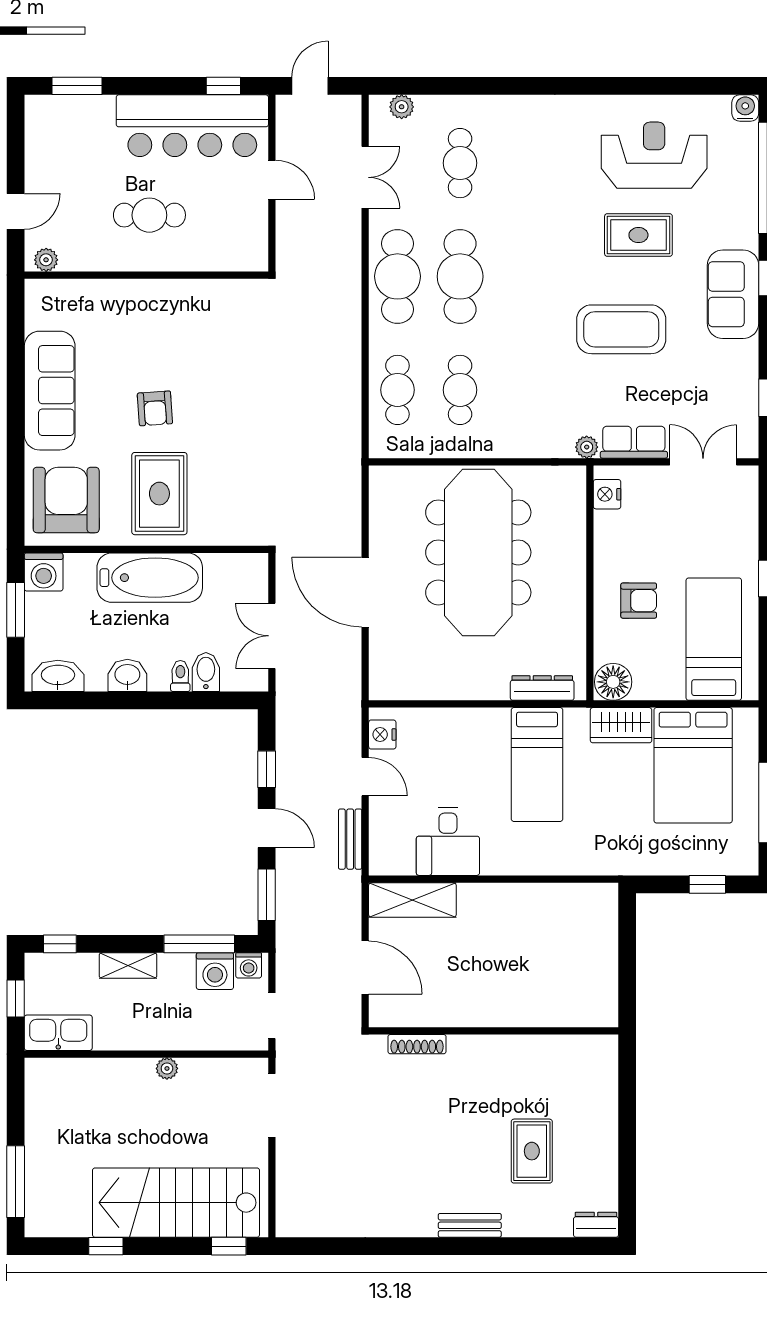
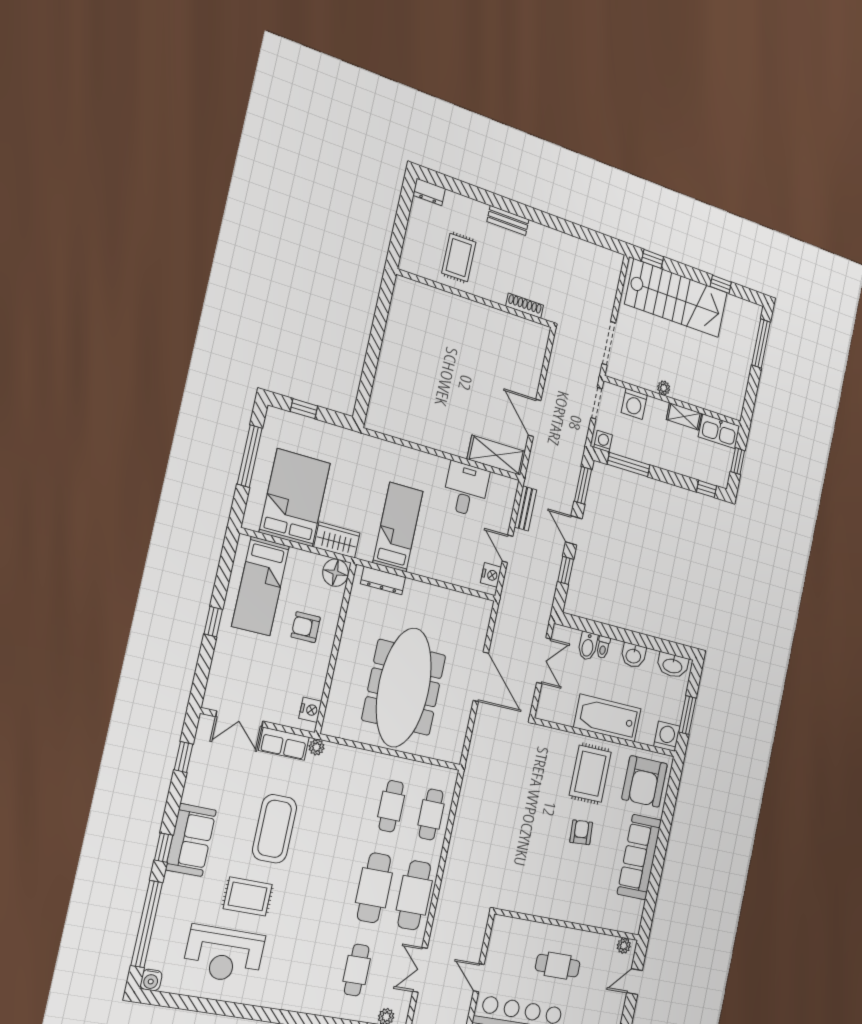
coffee table: (621, 329) -> (275, 829), turned 90
shelving: (128, 965) -> (684, 416), moved
washing machine: (215, 971) -> (634, 404), moved, turned 180
wall: (494, 1031) -> (476, 299), moved
shoe rack: (417, 1044) -> (525, 306), moved

